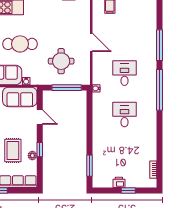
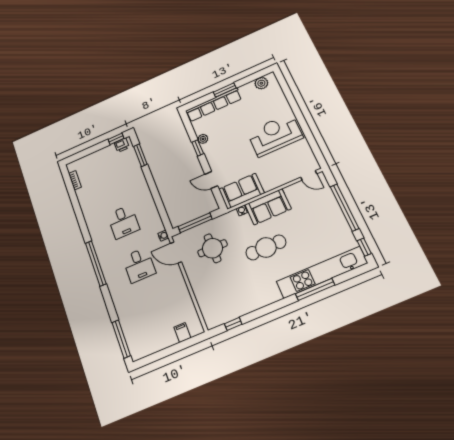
door: (91, 42) -> (176, 253), moved
window: (160, 45) -> (121, 339), moved
rug: (13, 150) -> (225, 135), removed
printer: (119, 182) -> (122, 145), moved
window: (128, 190) -> (116, 139), moved

